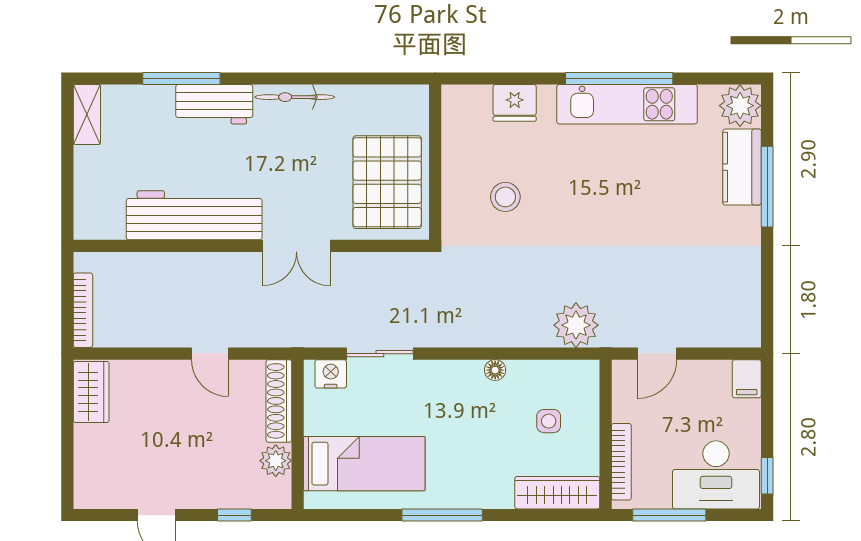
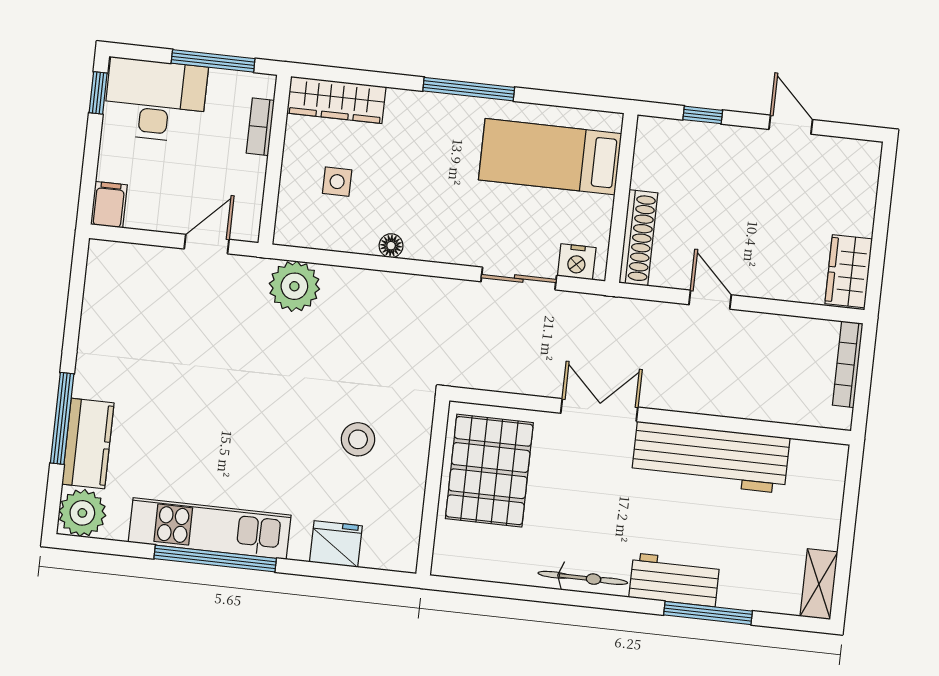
plant: (276, 461) -> (649, 171), removed
bookcase: (621, 462) -> (260, 127), width x0.64

